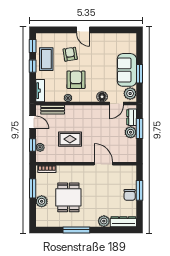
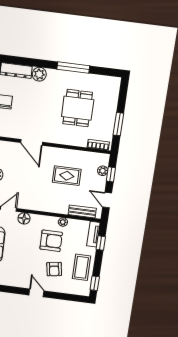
window: (33, 66) -> (101, 243), moved
armchair: (76, 80) -> (51, 241), turned -90
plant: (42, 201) -> (110, 107), removed

